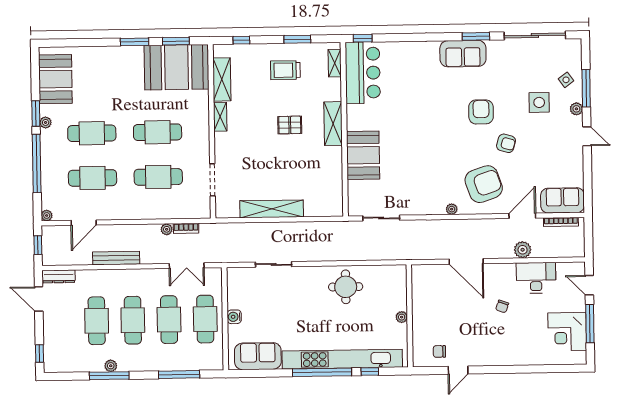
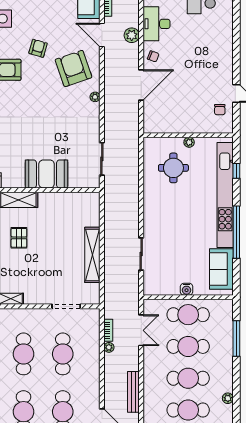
round table: (346, 287) -> (173, 168), moved
chair: (502, 306) -> (153, 56), moved
window: (322, 372) -> (236, 232), moved
window: (109, 376) -> (236, 400), removed

